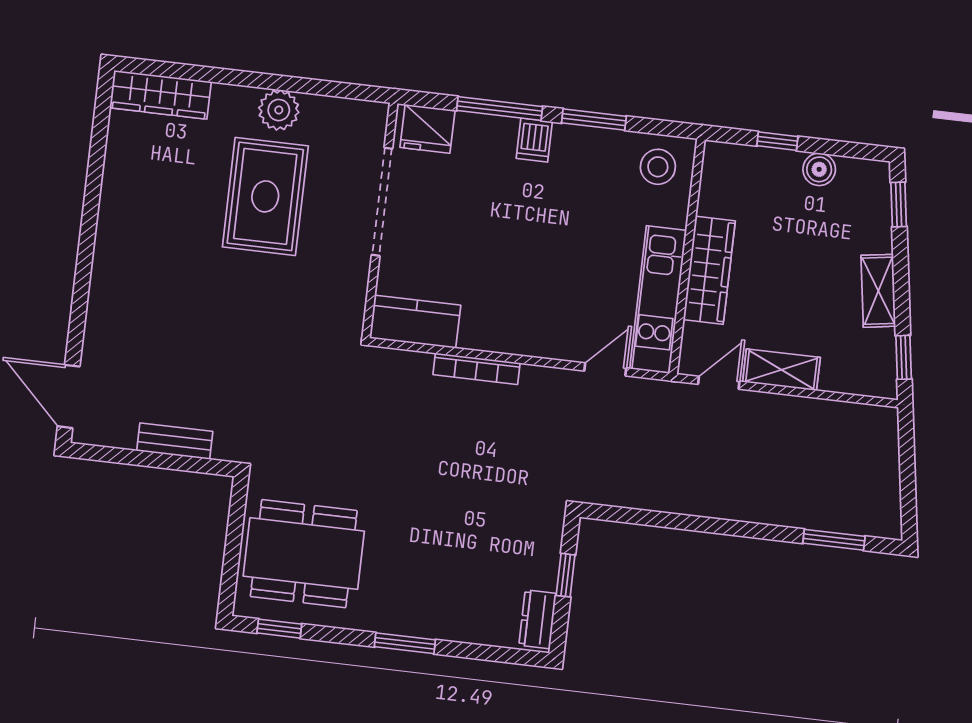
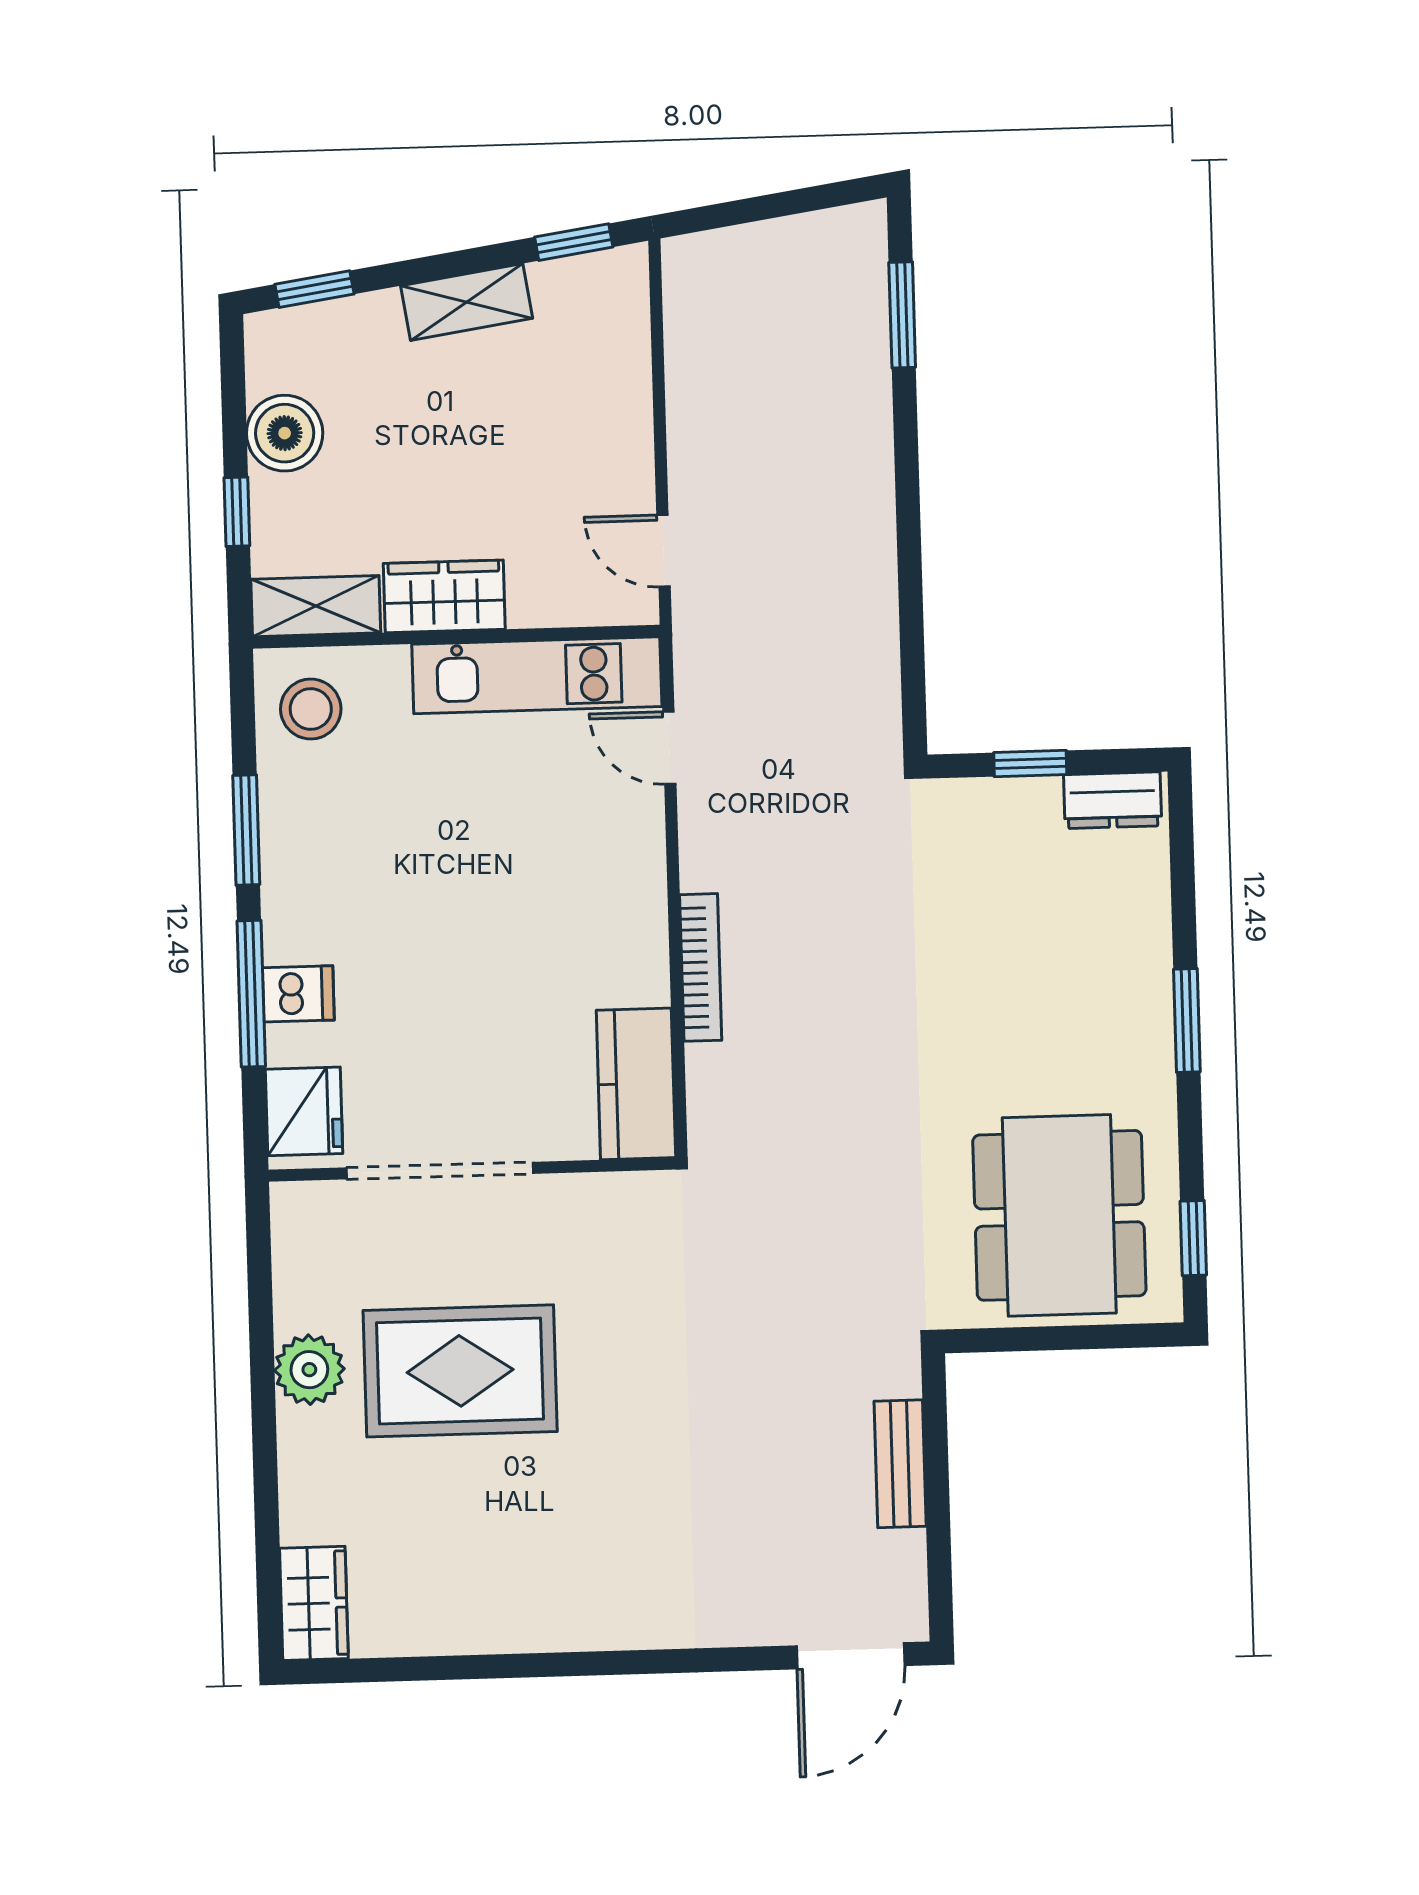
wardrobe: (160, 95) -> (314, 1603), width x0.67
dishwasher: (534, 140) -> (298, 994), moved
boiler: (819, 169) -> (285, 433), width x1.36, depth x1.36
wardrobe: (709, 270) -> (444, 596), width x0.67
shelving: (781, 370) -> (316, 606), moved, turned 90

